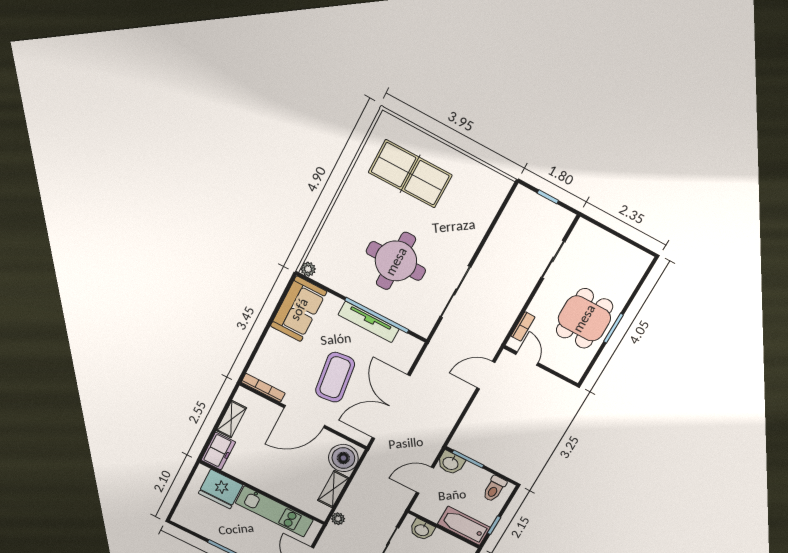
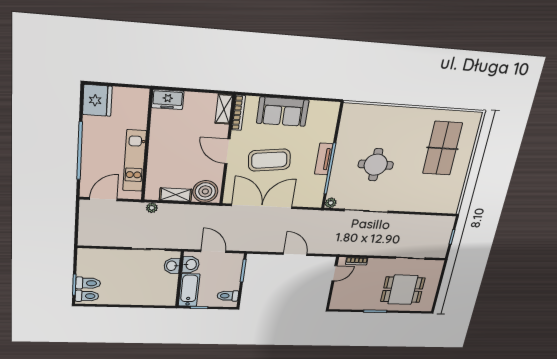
round table: (396, 261) -> (376, 165), width x0.73, depth x0.73
plant: (308, 269) -> (331, 203), moved
sofa: (299, 309) -> (283, 112), moved
dining table: (584, 318) -> (403, 290), moved
tv unit: (369, 322) -> (324, 159), width x0.71
door: (486, 375) -> (295, 254), moved
door: (304, 417) -> (227, 151), width x0.73
shelving: (231, 419) -> (224, 109), moved, turned 90
washbasin: (451, 463) -> (191, 264), moved, turned 180
fridge: (221, 489) -> (97, 100), moved, turned 180

